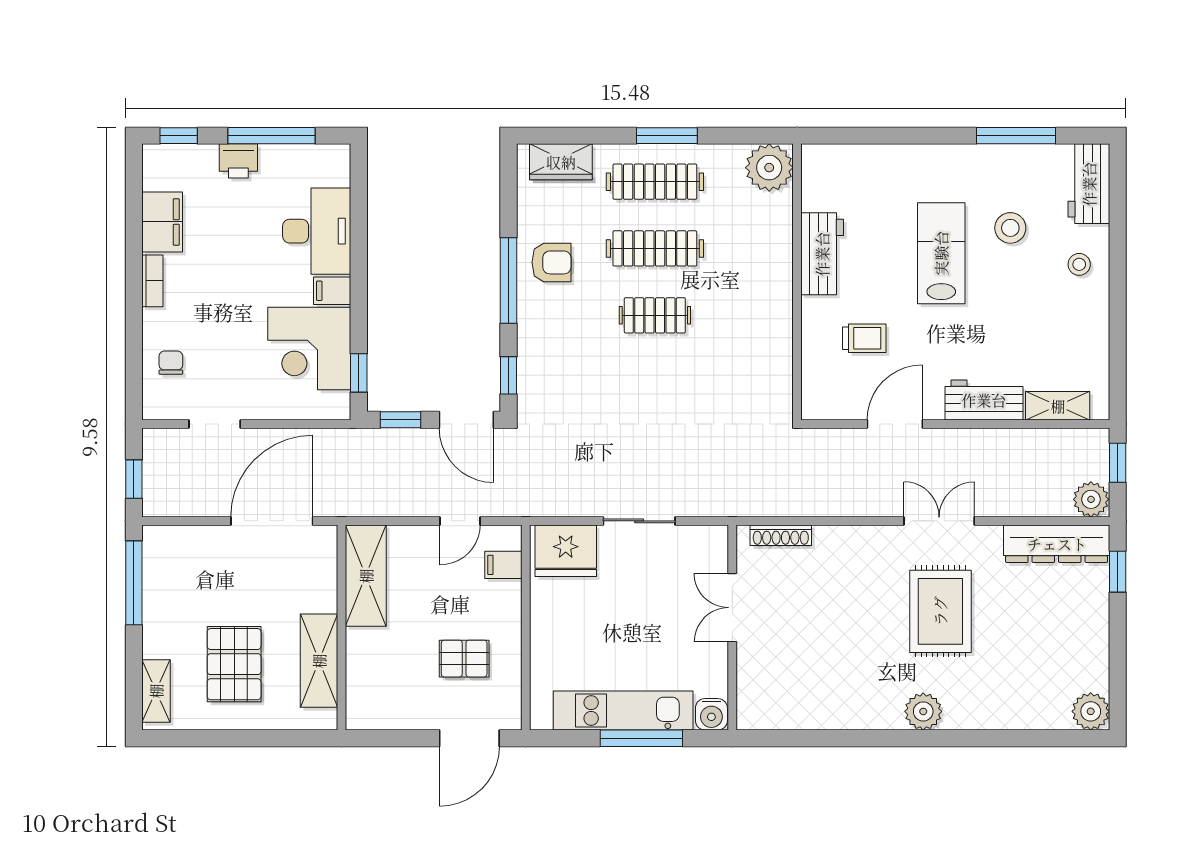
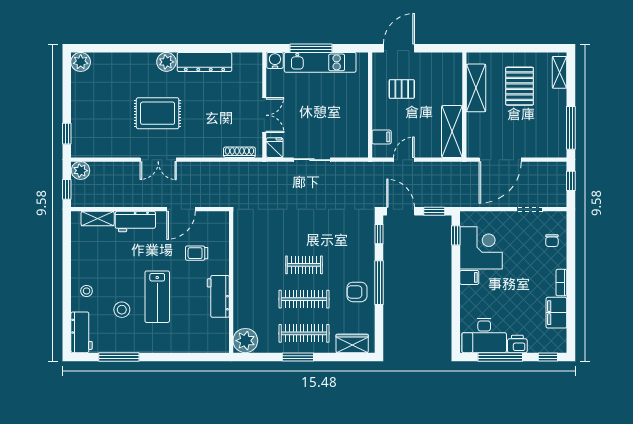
desk: (317, 231) -> (484, 335), moved, turned -90
dresser: (1057, 544) -> (204, 62), moved, turned 180
fridge: (566, 551) -> (275, 148), moved, width x0.53, depth x0.75
rug: (940, 611) -> (158, 113), turned 90

